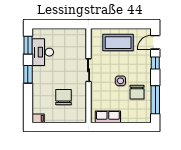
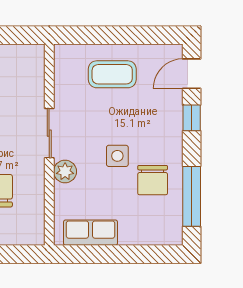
coffee table: (118, 43) -> (112, 74), width x0.73, depth x0.76
plant: (96, 88) -> (65, 171), added

